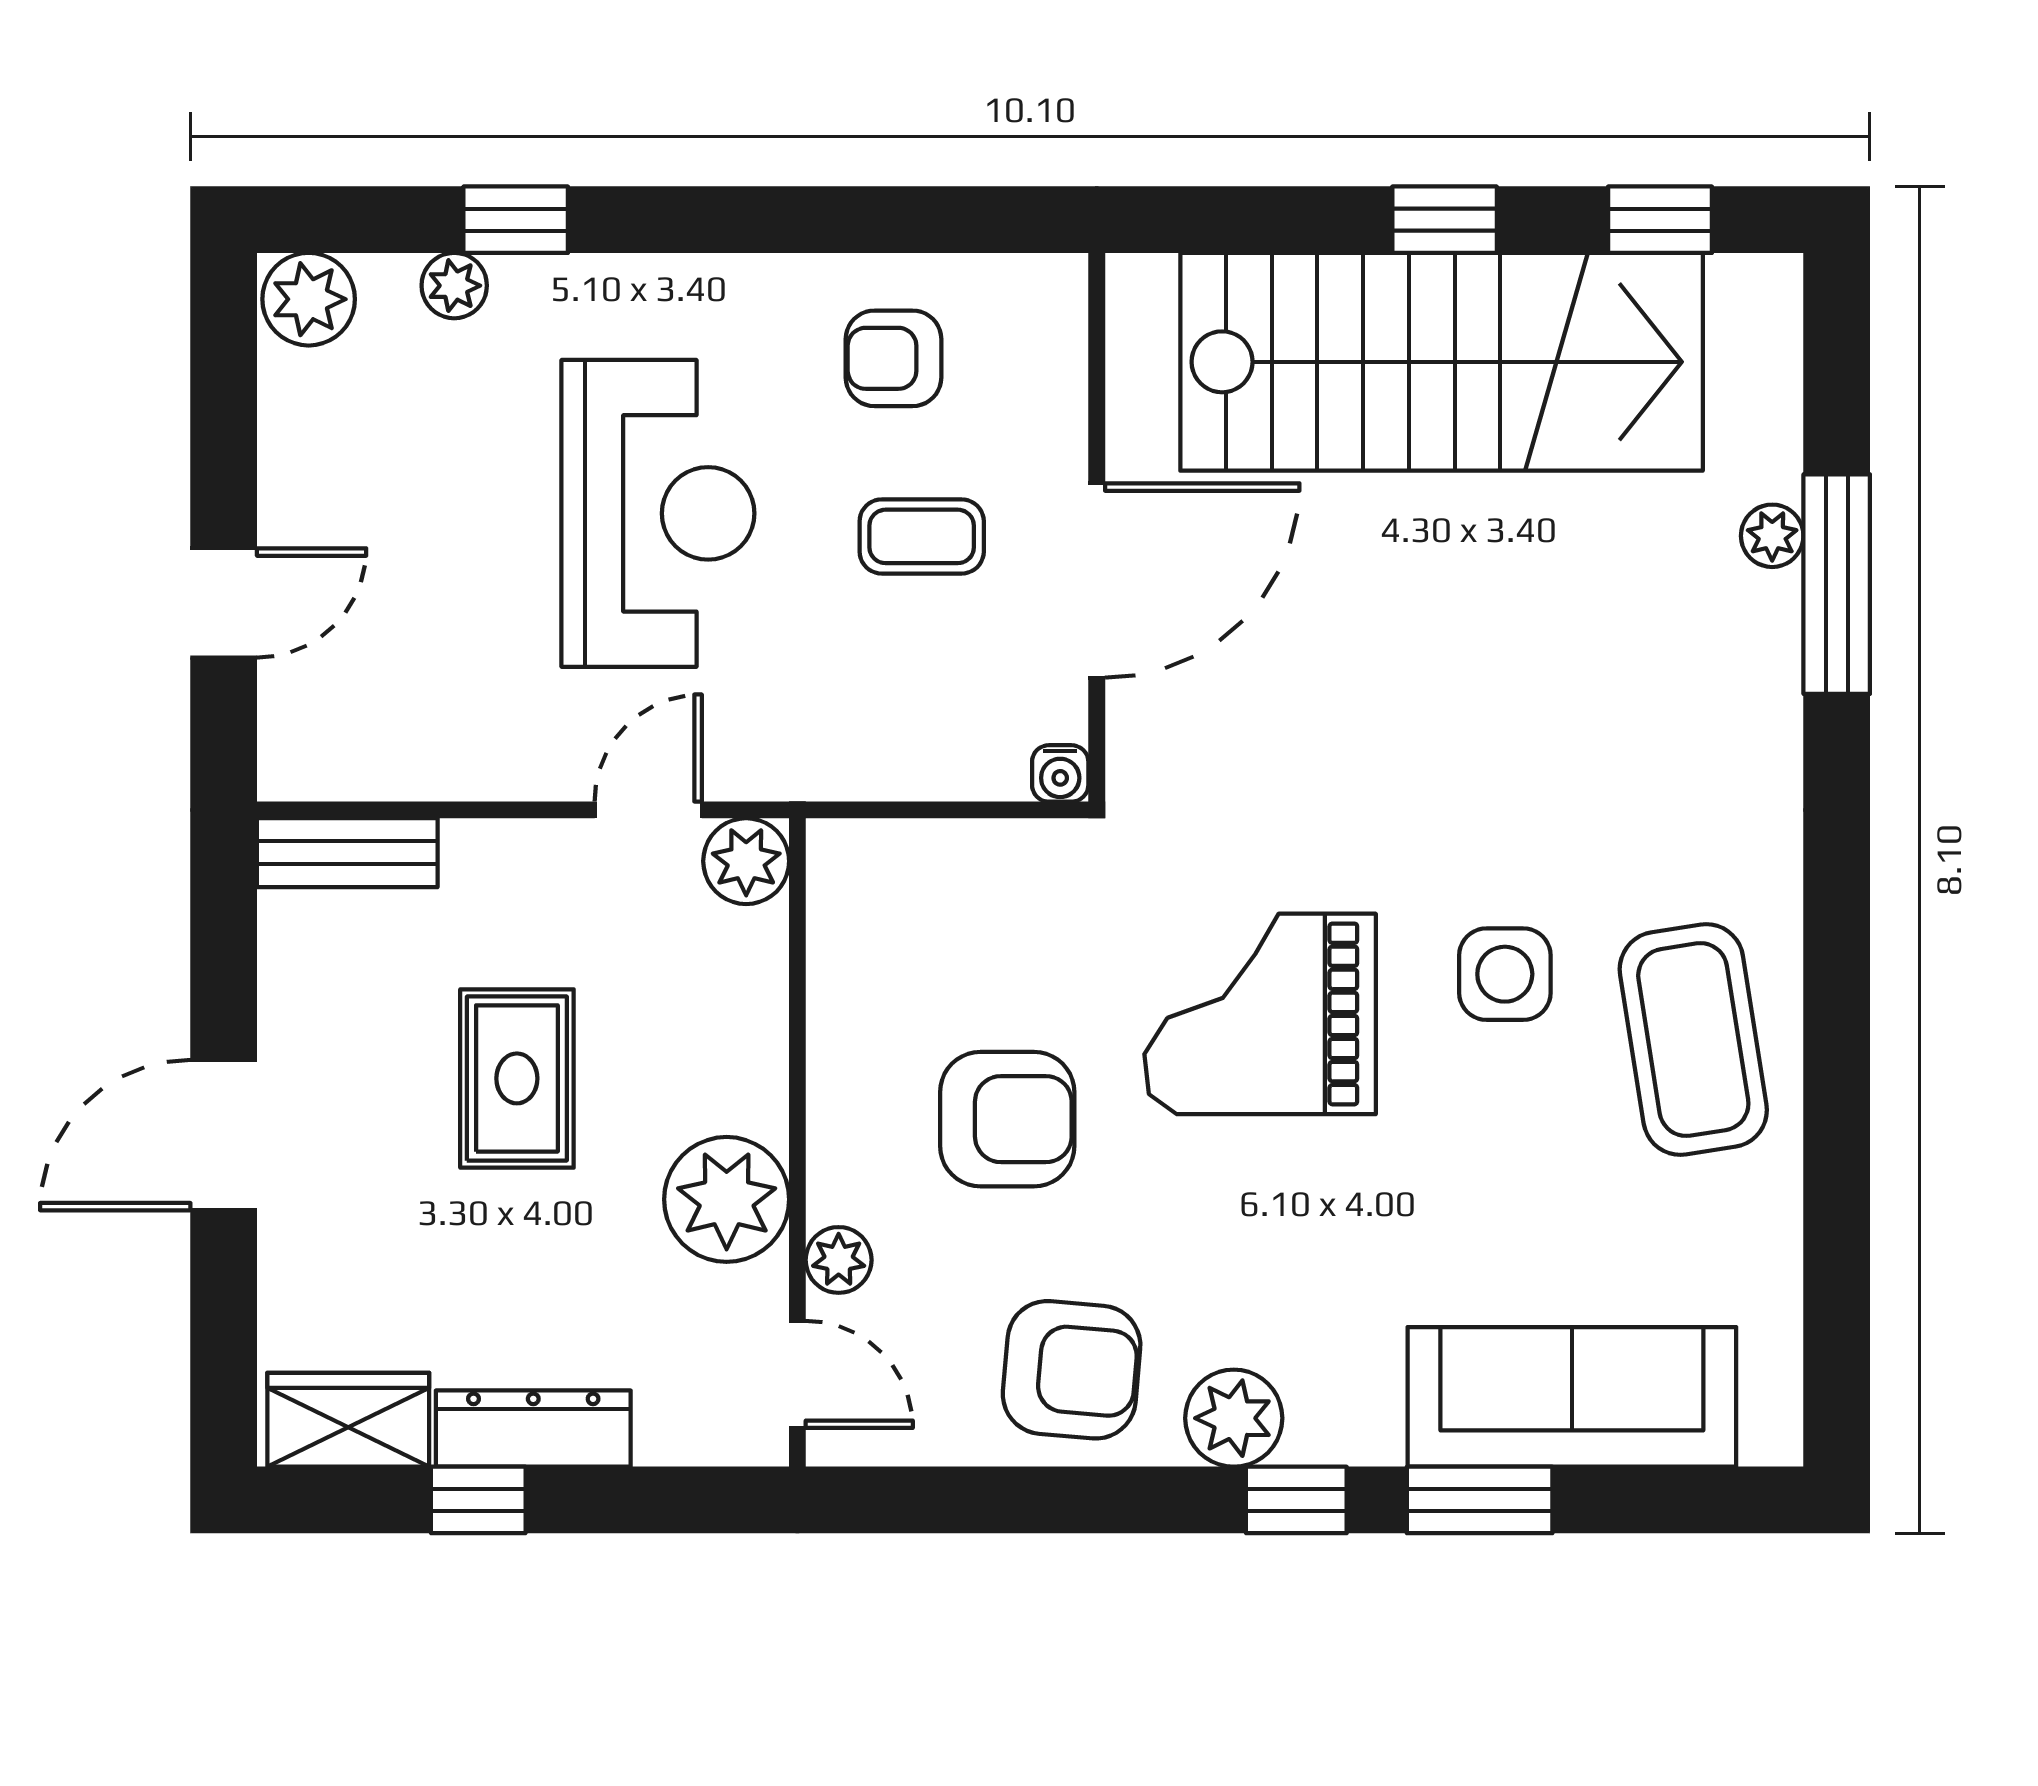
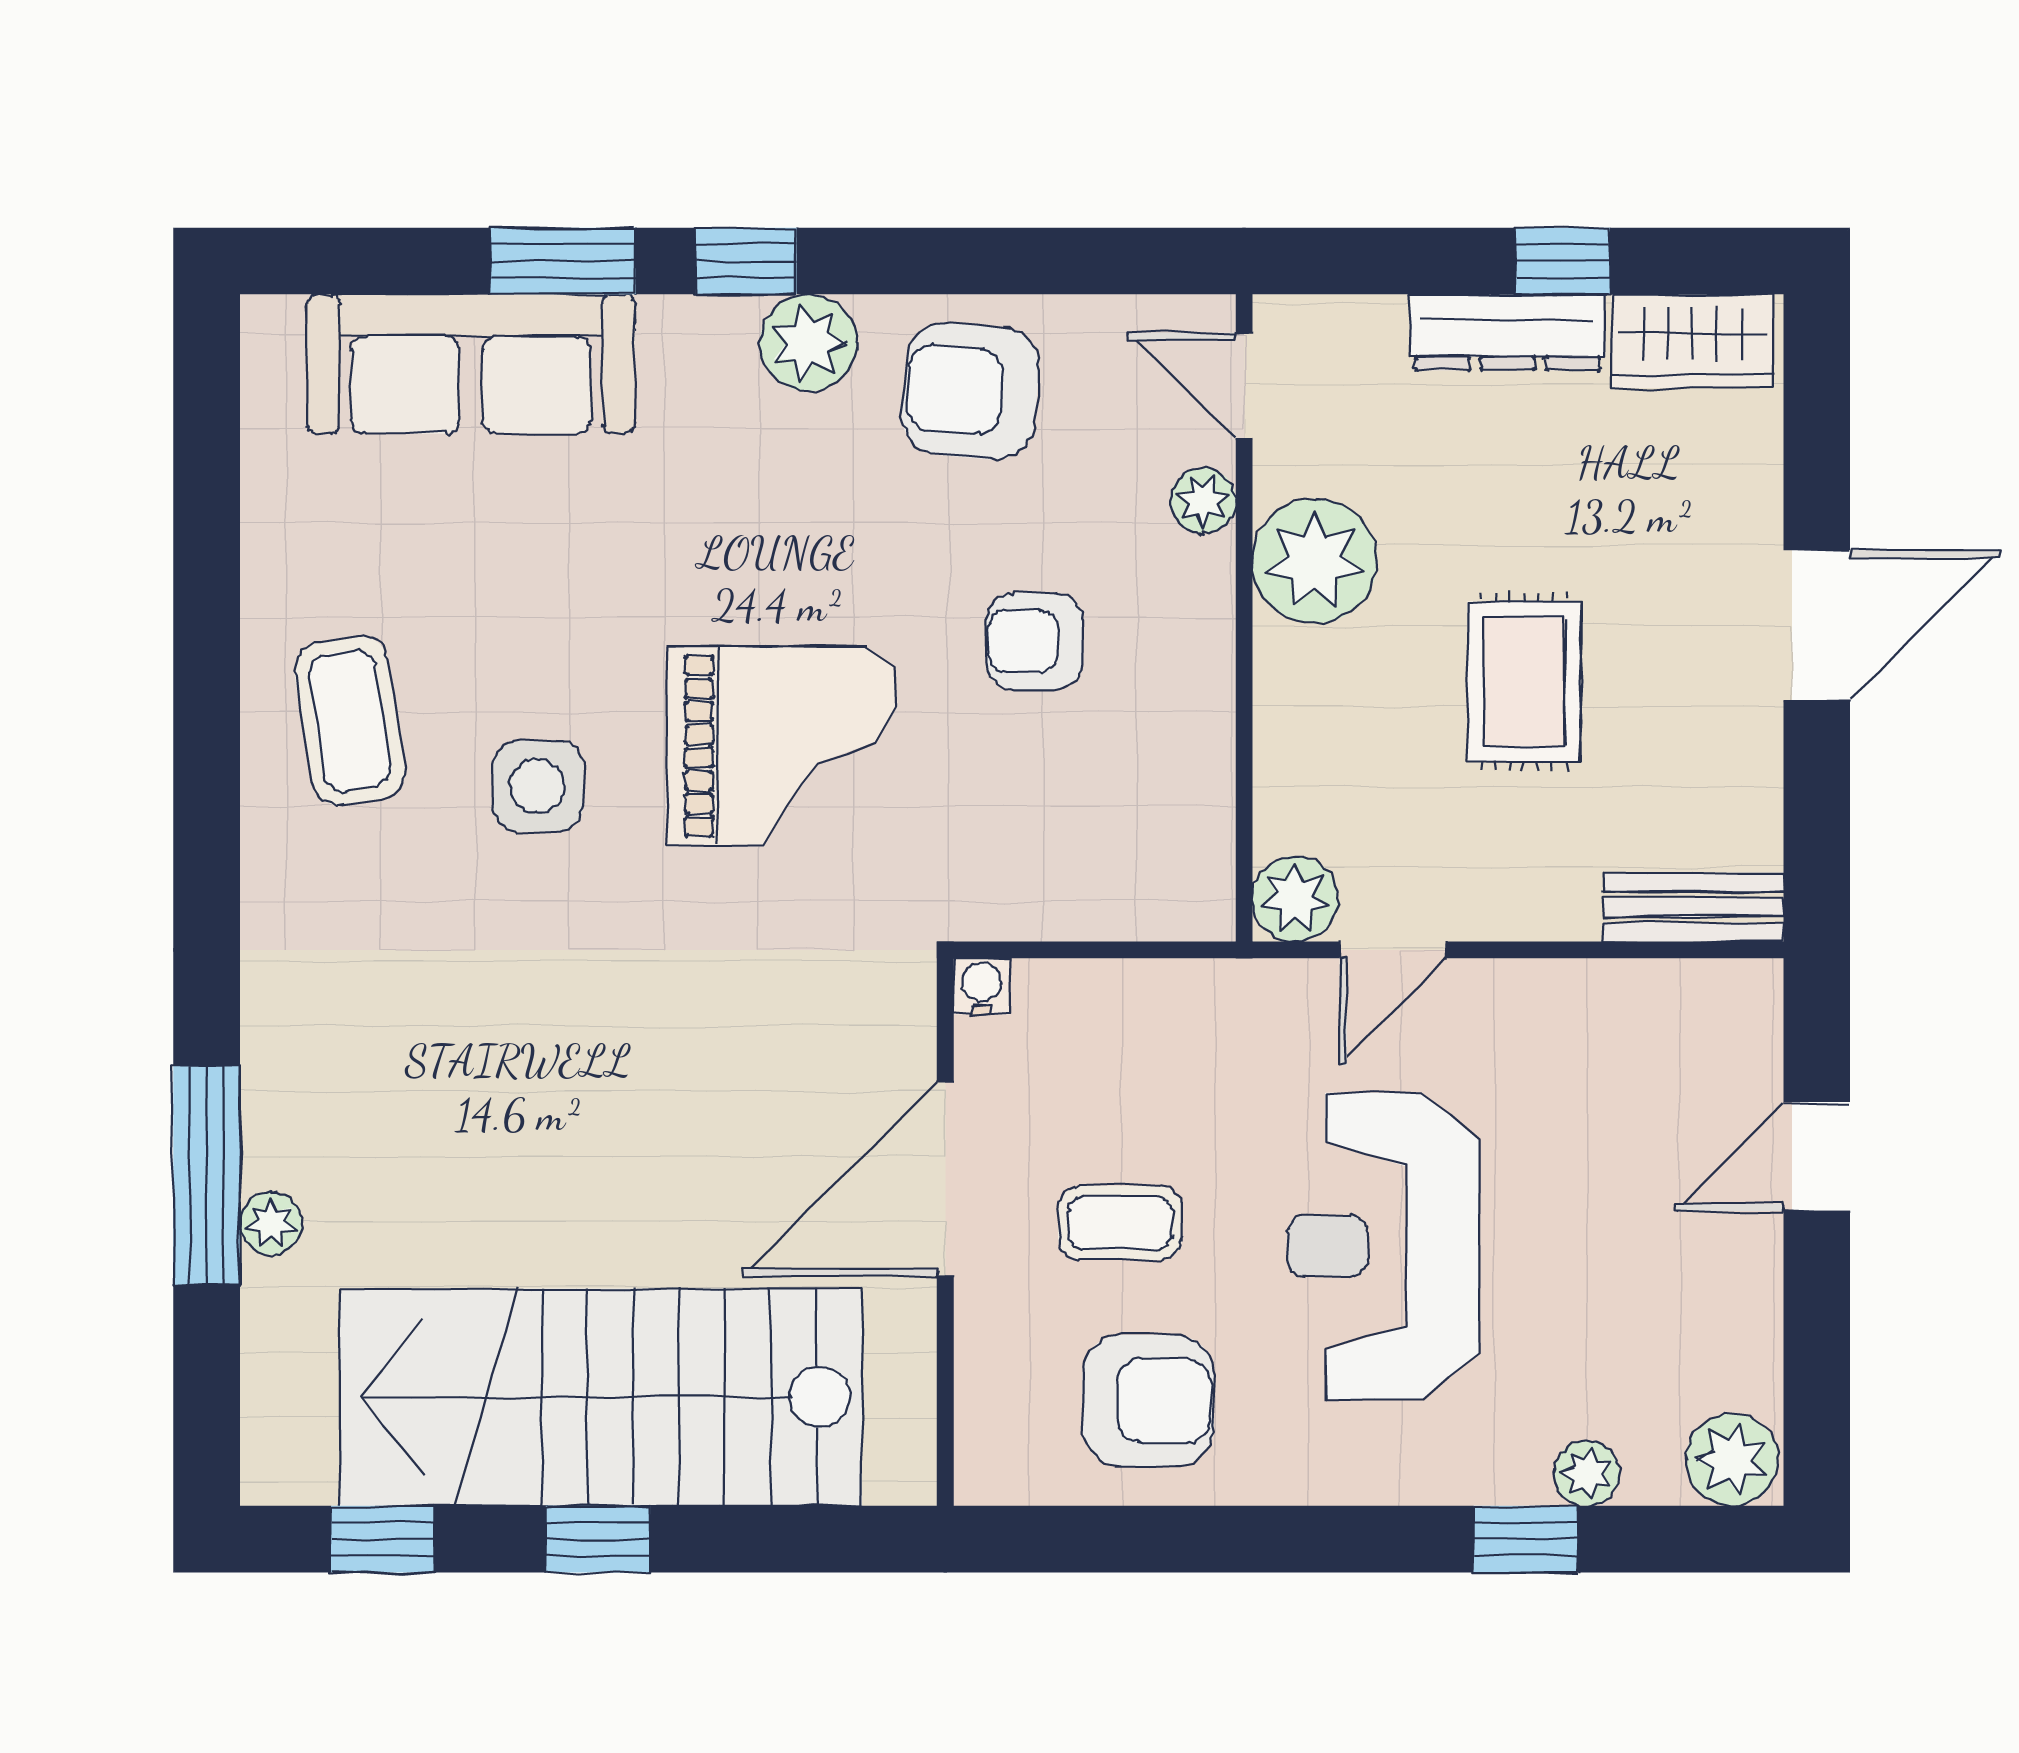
armchair: (893, 358) -> (1148, 1401), width x1.38, depth x1.38
coffee table: (1693, 1040) -> (350, 721), width x0.73, depth x0.76
armchair: (1007, 1119) -> (1035, 641), width x0.72, depth x0.72

